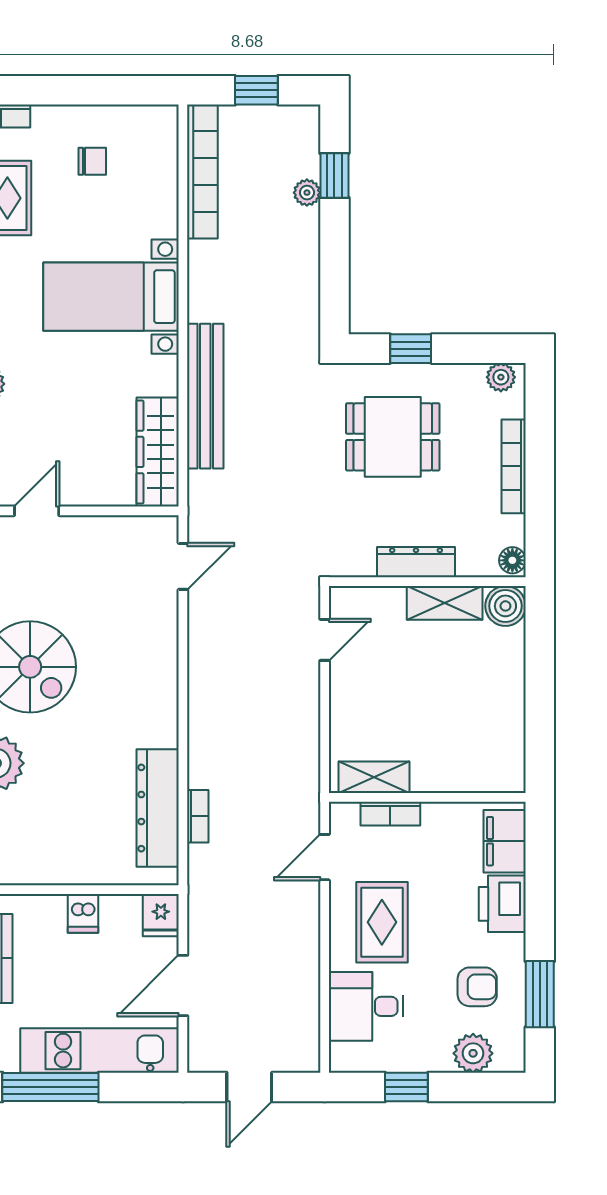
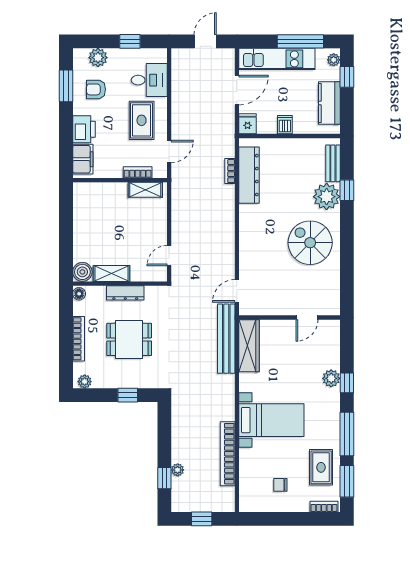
bookcase: (202, 171) -> (228, 454), moved
bench: (205, 396) -> (226, 339), moved
dining table: (393, 437) -> (129, 339), moved

